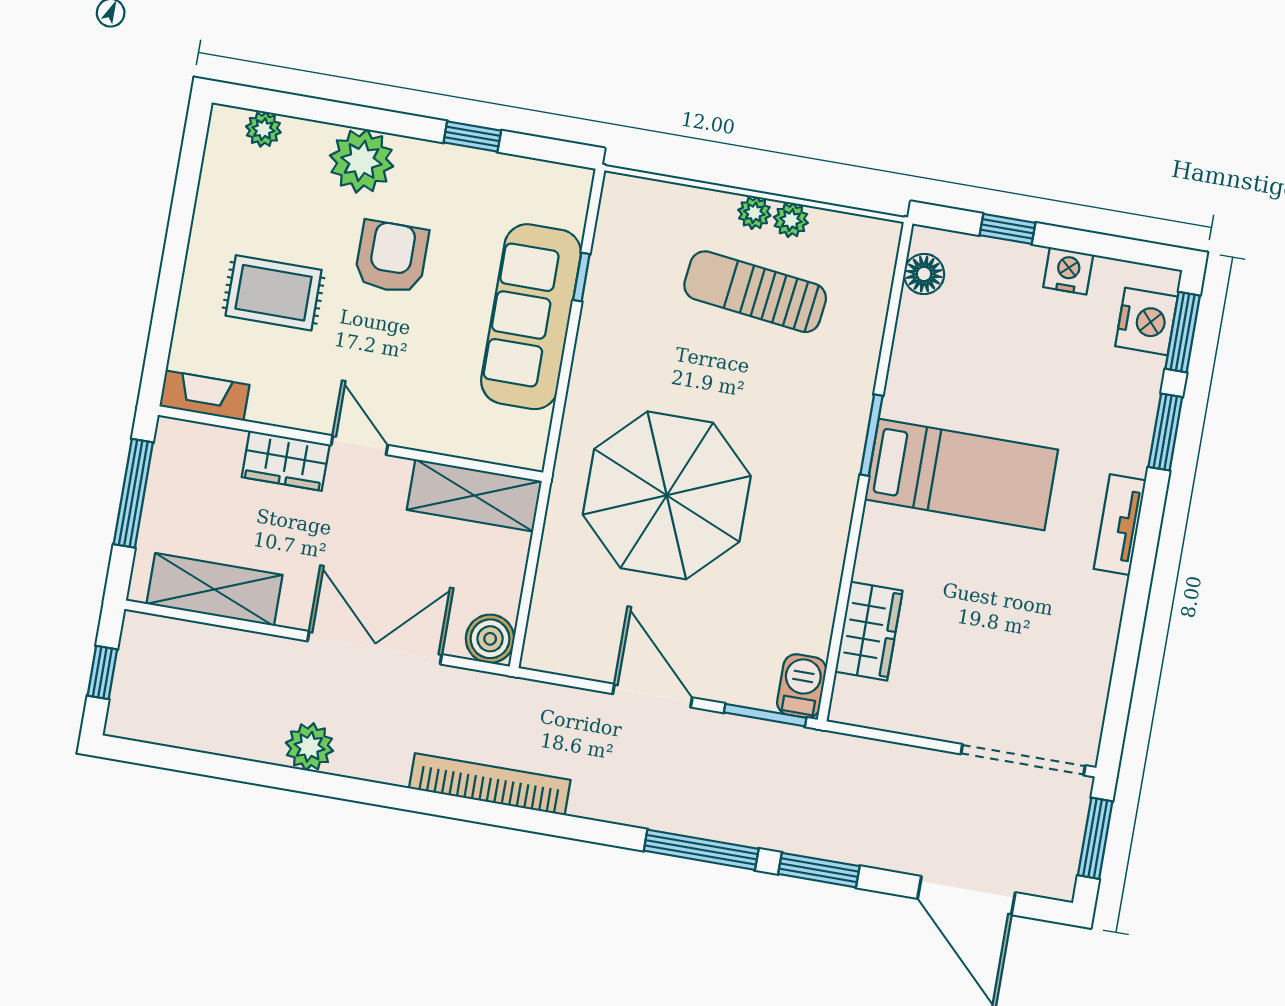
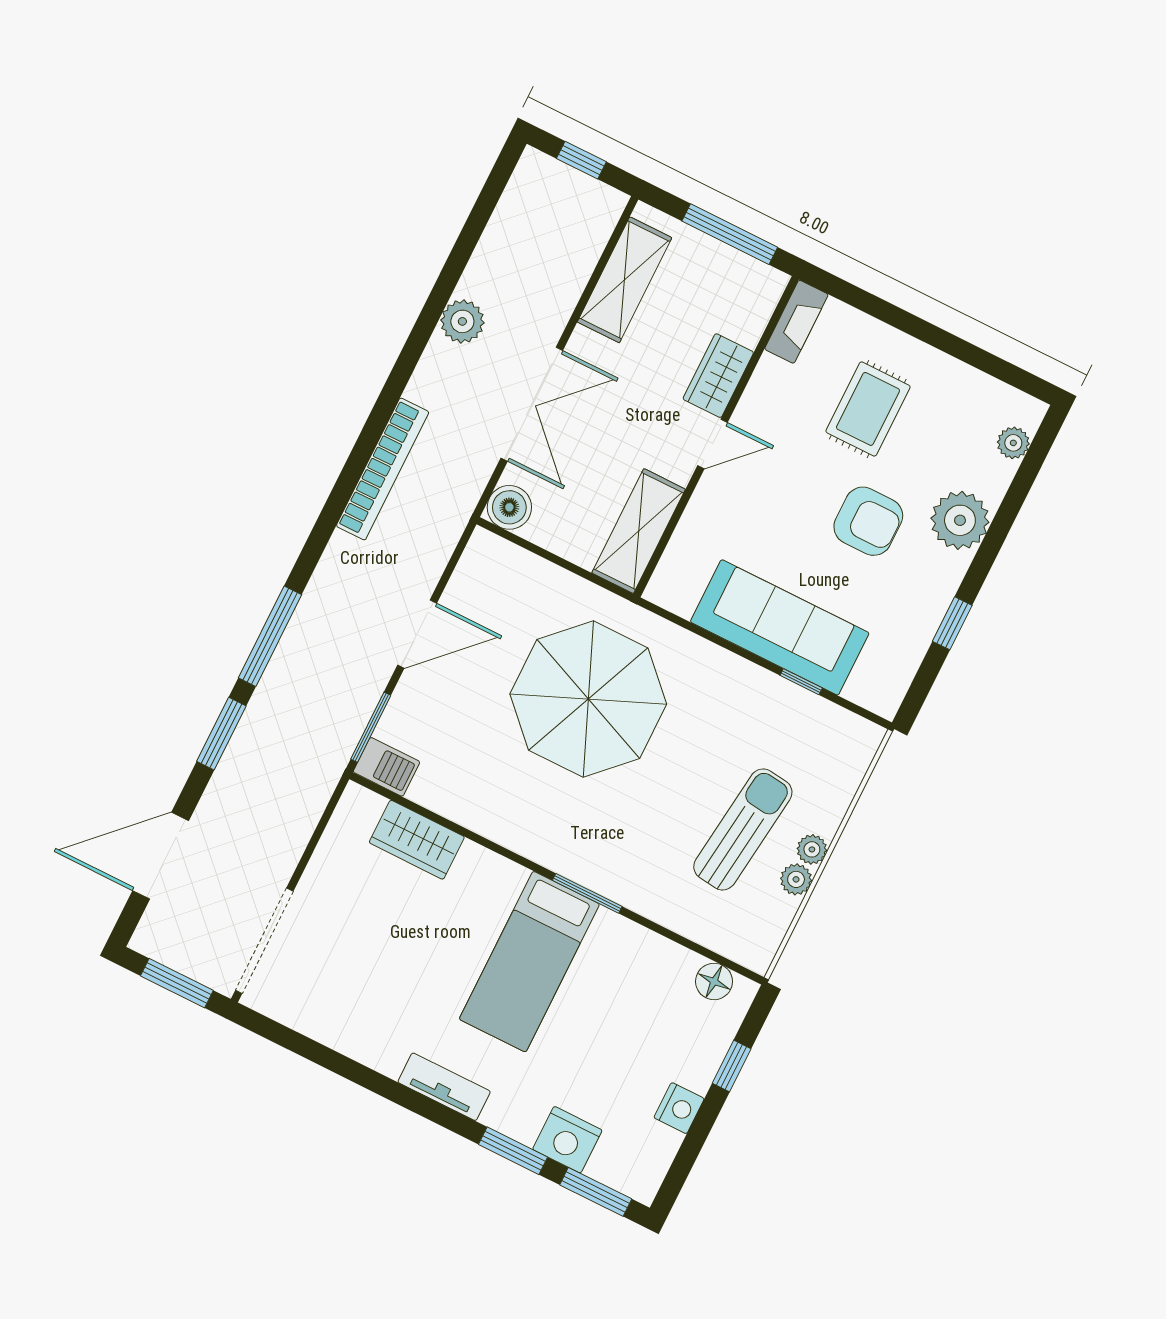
nightstand: (1146, 321) -> (567, 1140), moved

